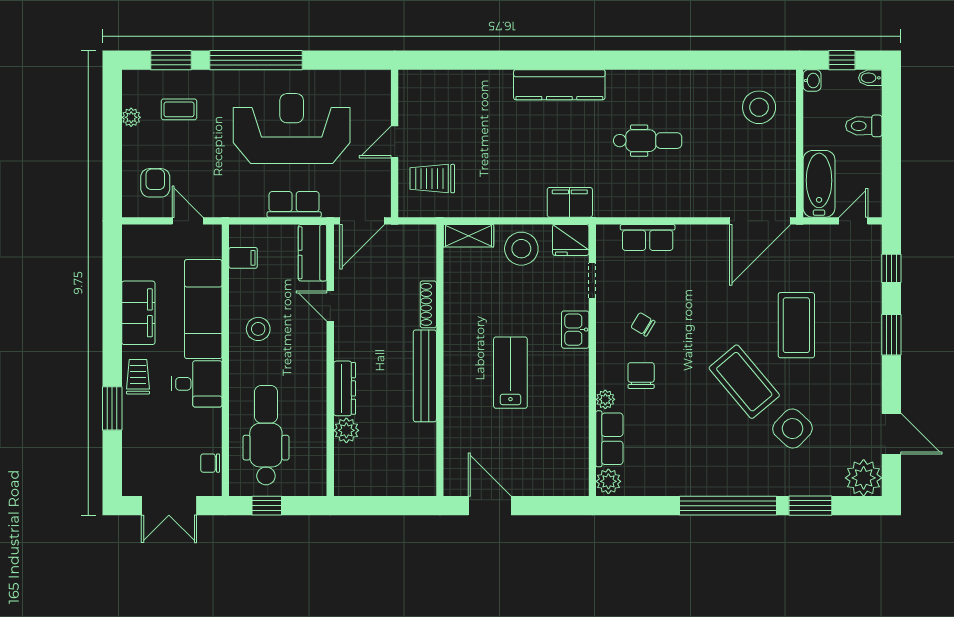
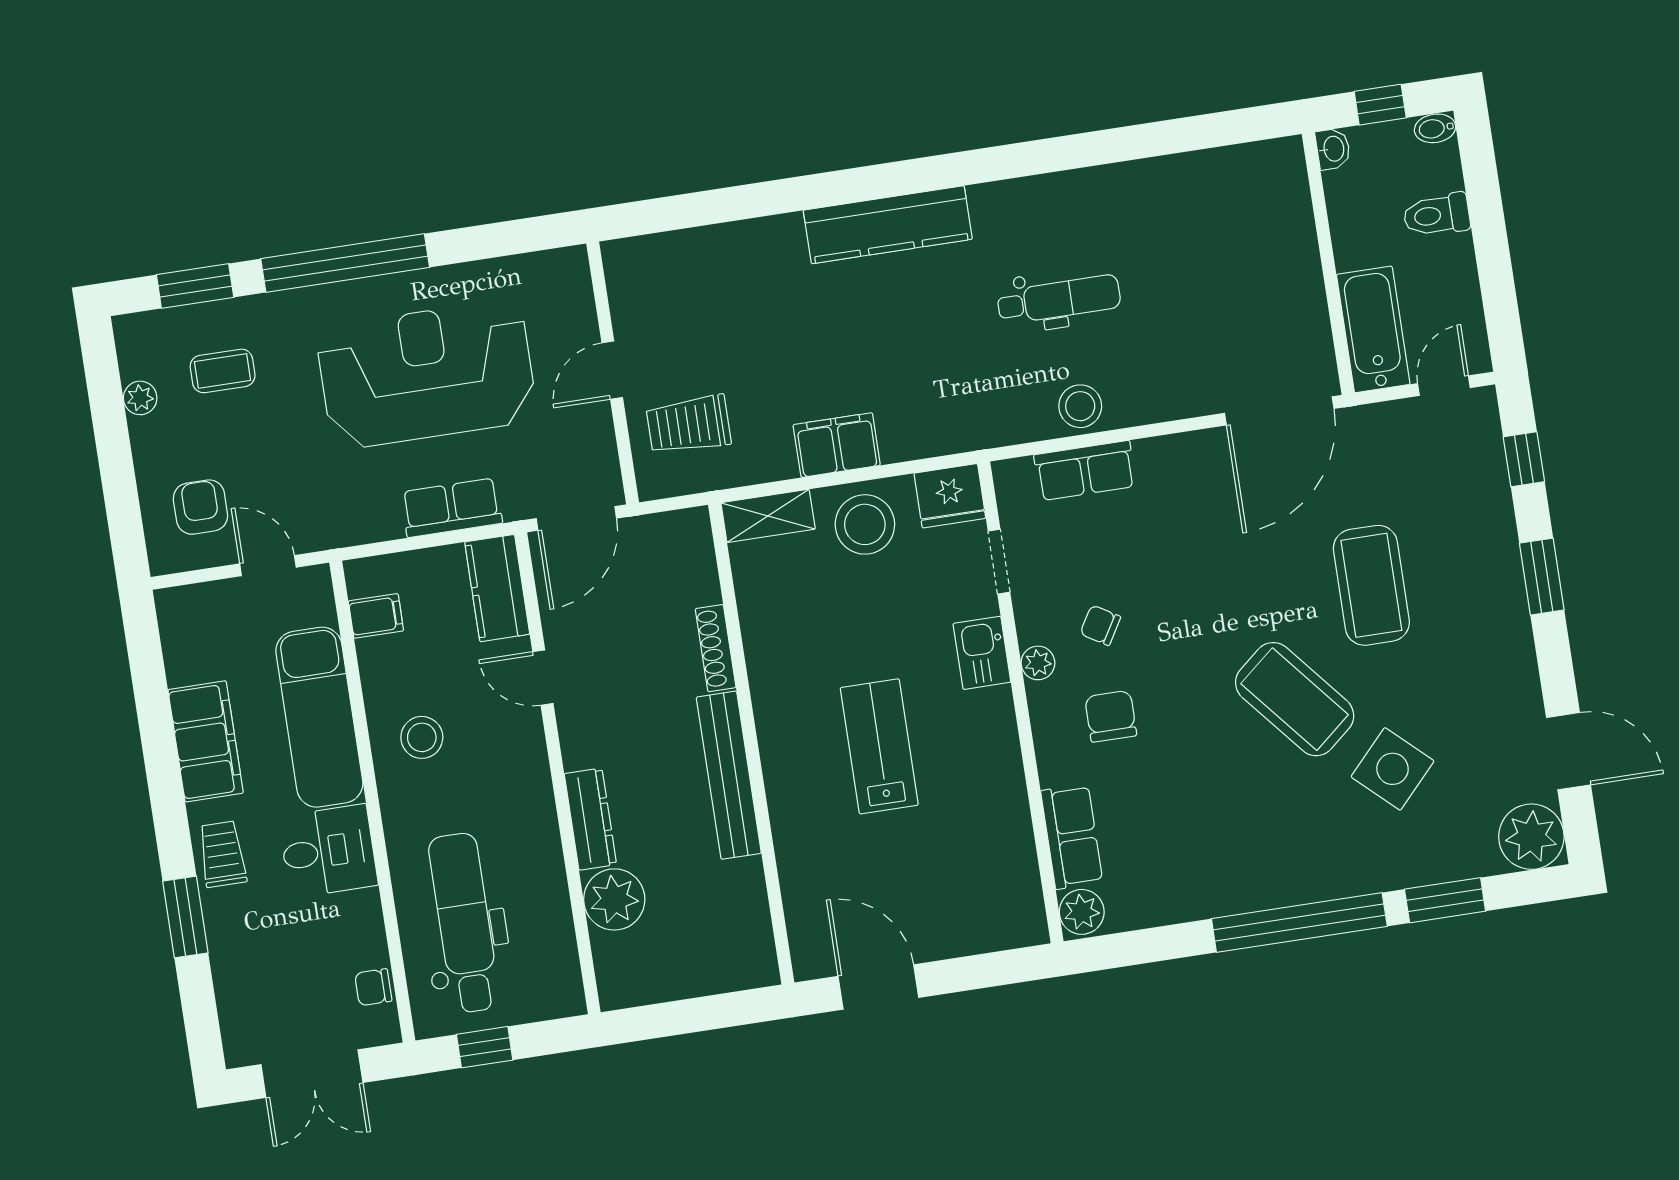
stool: (759, 107) -> (1080, 406), moved, width x0.73, depth x0.73
filing cabinet: (570, 202) -> (837, 445), moved
plant: (605, 399) -> (1038, 663), moved
plant: (346, 430) -> (614, 899), width x1.36, depth x1.36

